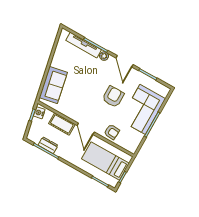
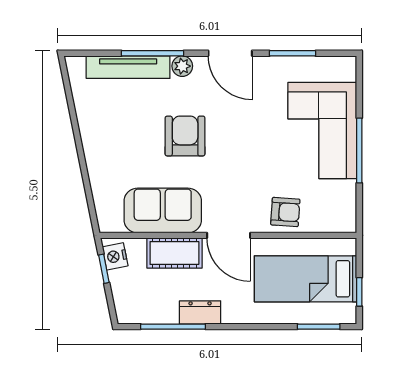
sofa: (53, 85) -> (163, 211), moved, turned -79
armchair: (113, 97) -> (185, 136), moved
dresser: (48, 145) -> (200, 312), moved

